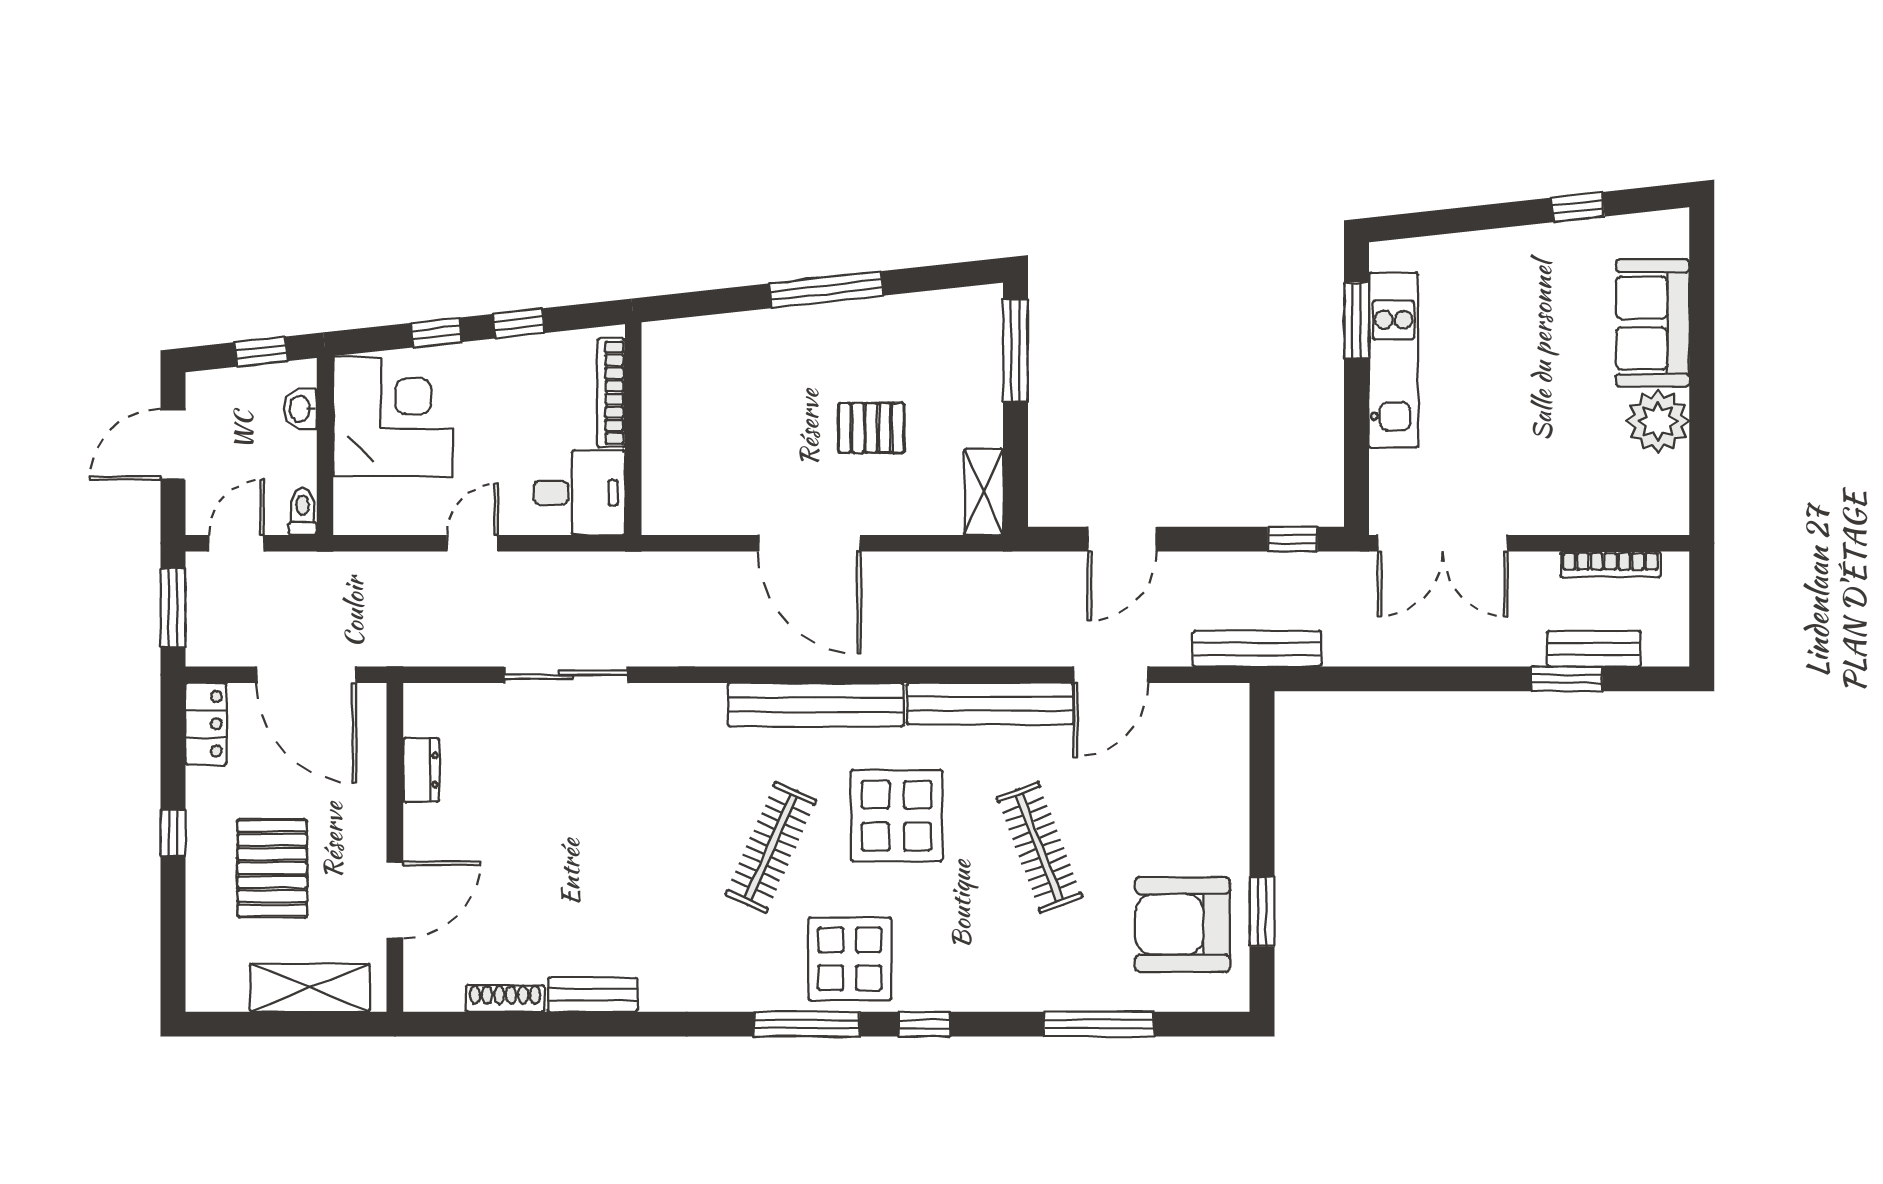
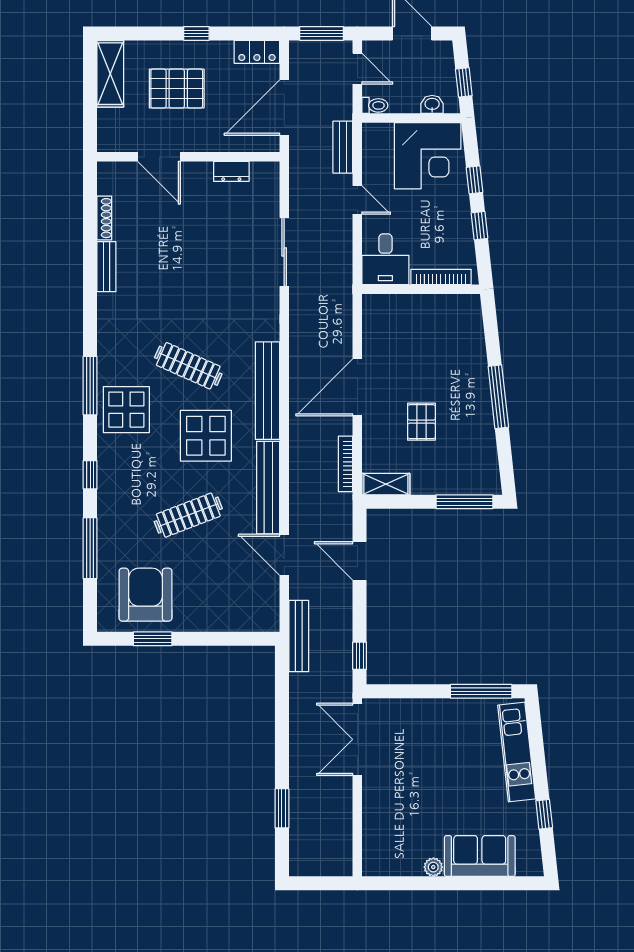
window: (1357, 321) -> (481, 691), width x1.44
kitchen unit: (1394, 360) -> (517, 752), moved, turned 84
plant: (1658, 421) -> (433, 867), width x0.53, depth x0.53
bookcase: (1610, 564) -> (346, 464), moved
bench: (1594, 649) -> (343, 147), moved
shelving: (310, 988) -> (110, 74), moved
window: (924, 1024) -> (90, 475), moved

